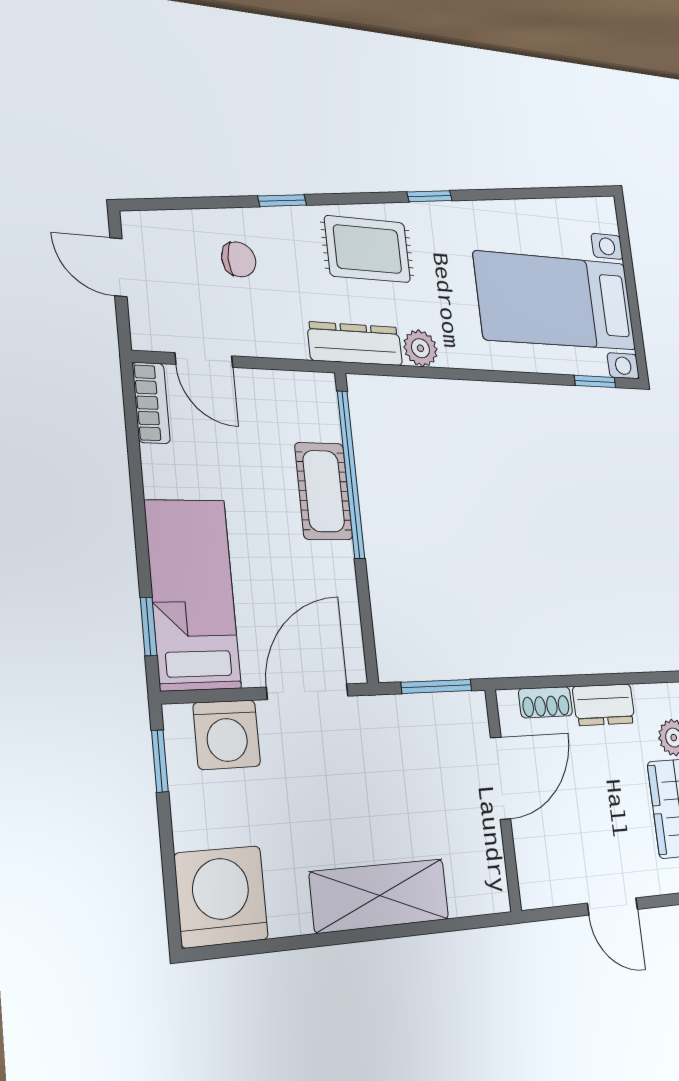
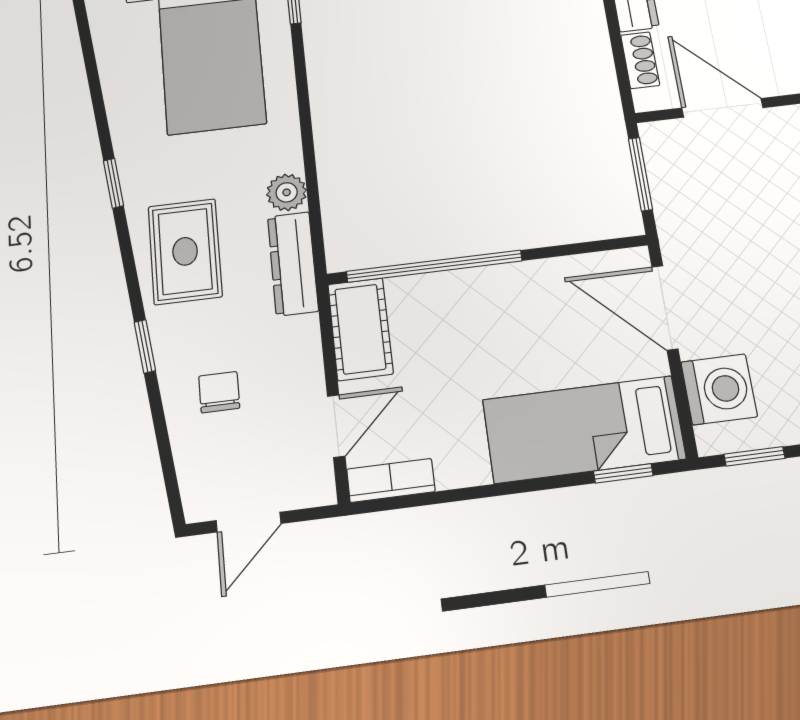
cot: (324, 491) -> (360, 329), moved, turned 90

